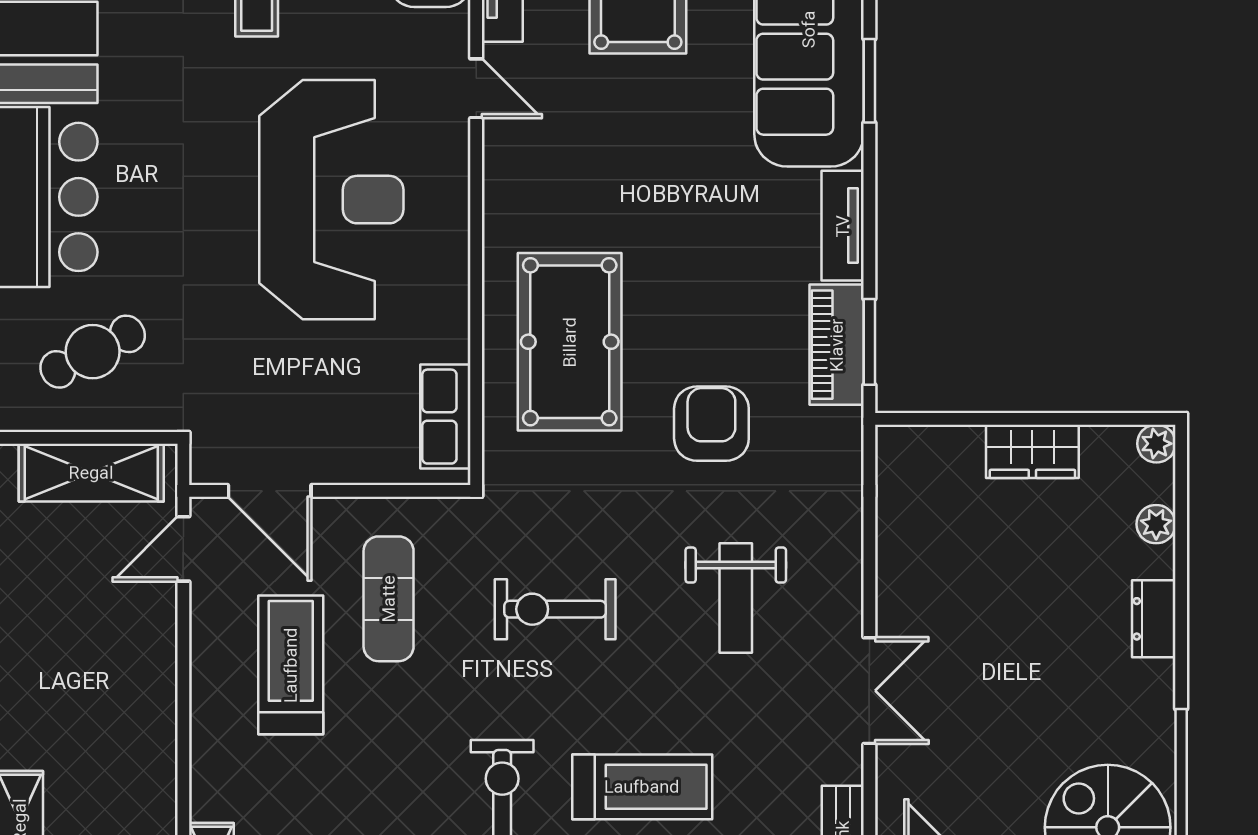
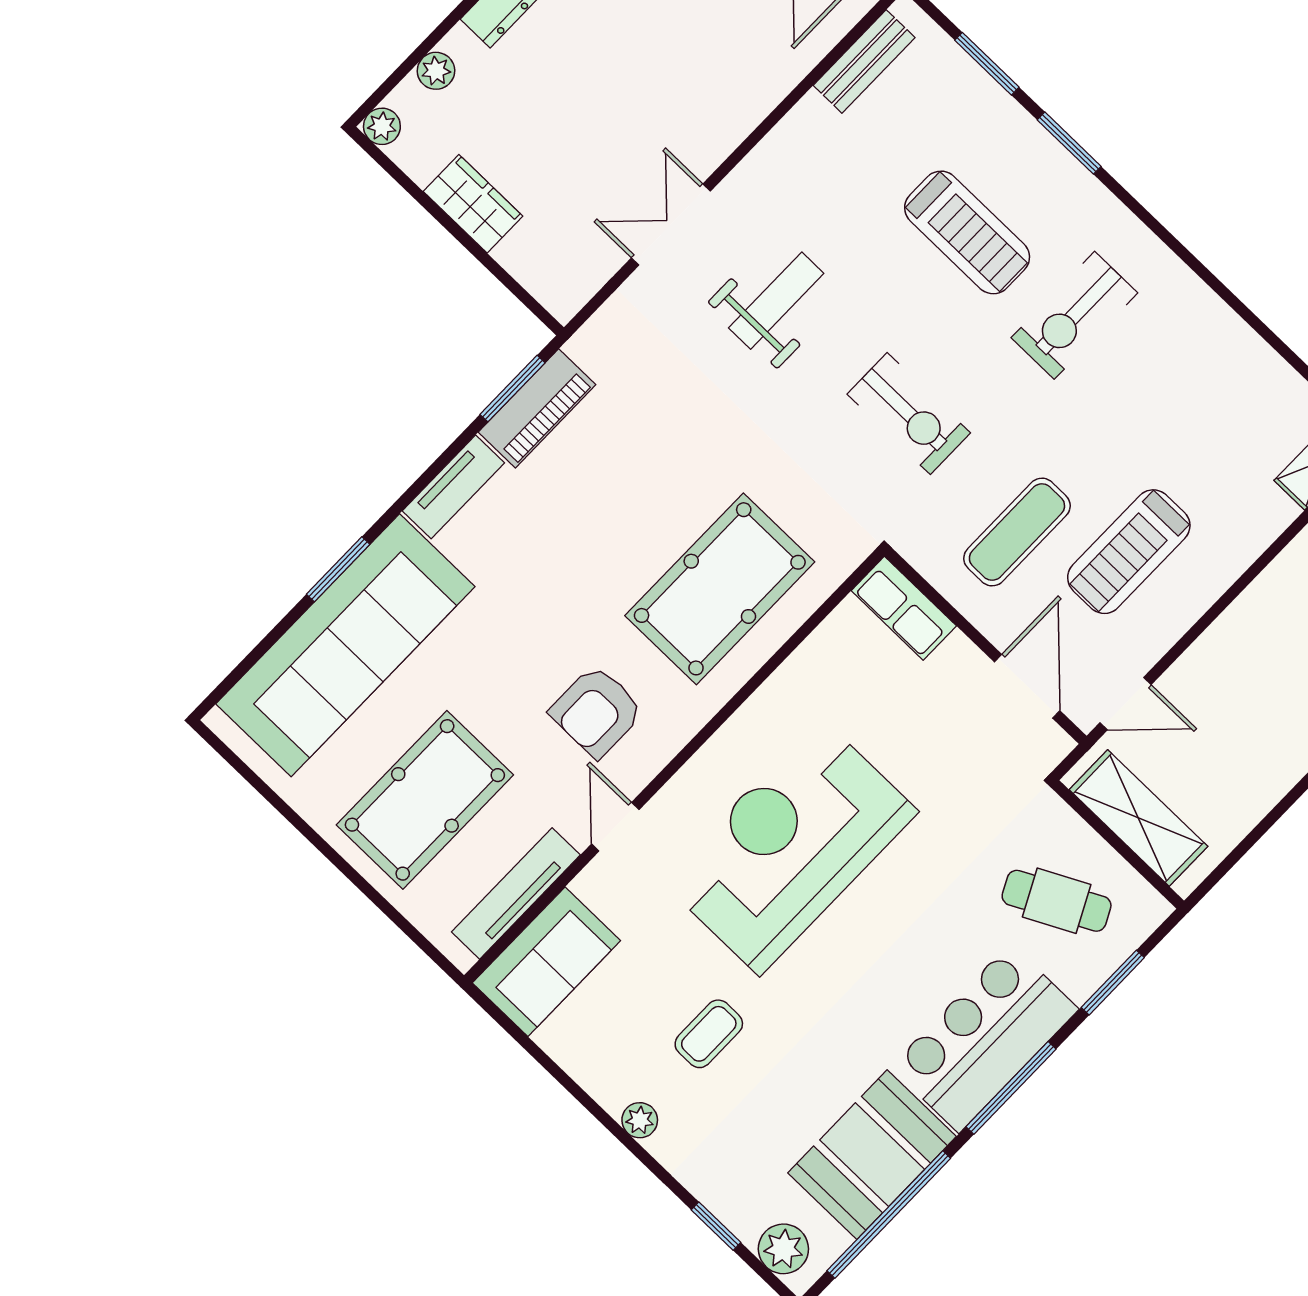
row of seats: (445, 417) -> (904, 608), moved, turned 90
armchair: (711, 424) -> (597, 711), moved
double door: (869, 691) -> (671, 225), moved
treadmill: (642, 787) -> (967, 232), turned 180

